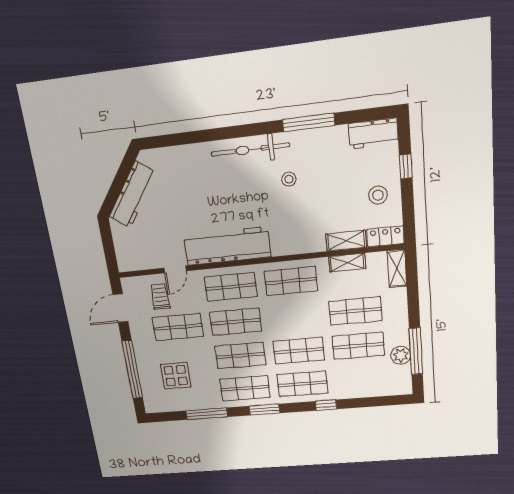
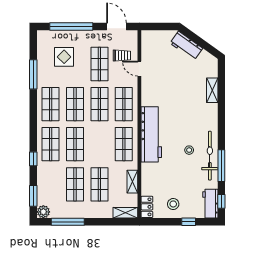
window: (368, 115) -> (221, 201), added
bicycle: (250, 150) -> (210, 156), moved
workbench: (133, 195) -> (186, 46), width x0.73
shelving: (346, 241) -> (212, 90), moved
workbench: (227, 246) -> (151, 134), moved
plant: (401, 355) -> (43, 212), moved
window: (264, 410) -> (33, 196), moved

